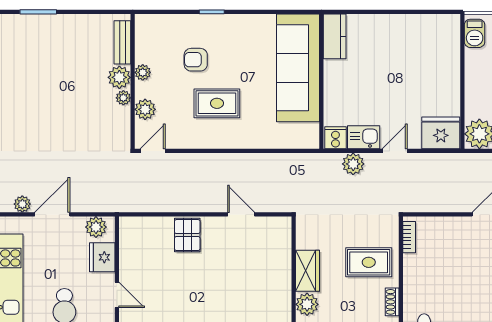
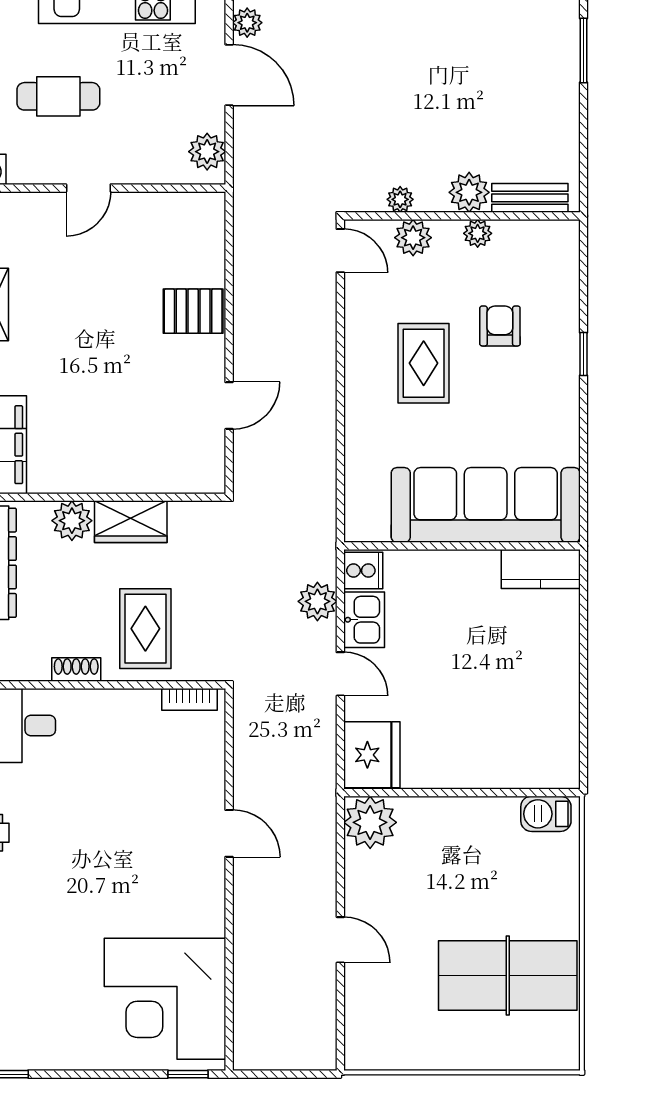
plant: (123, 98) -> (400, 199), moved
fridge: (102, 257) -> (154, 163), removed

